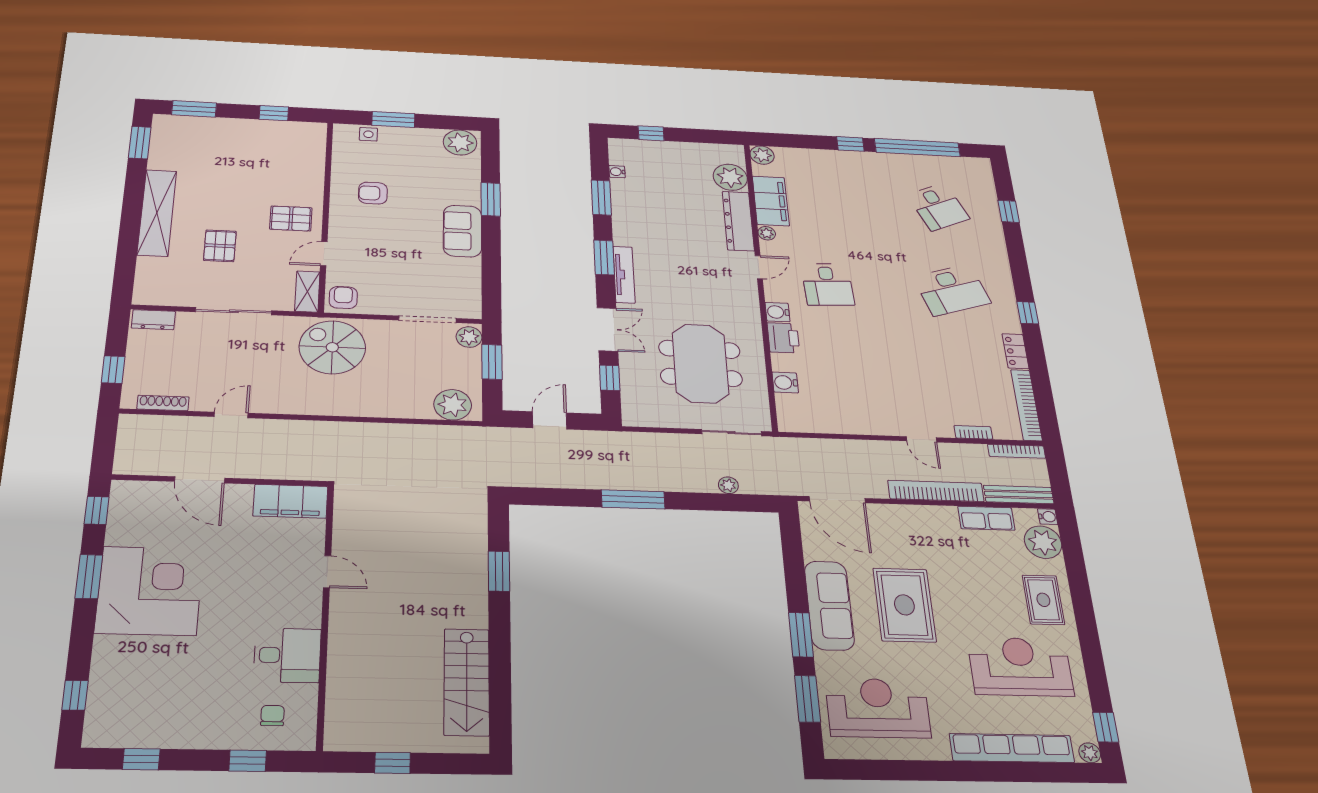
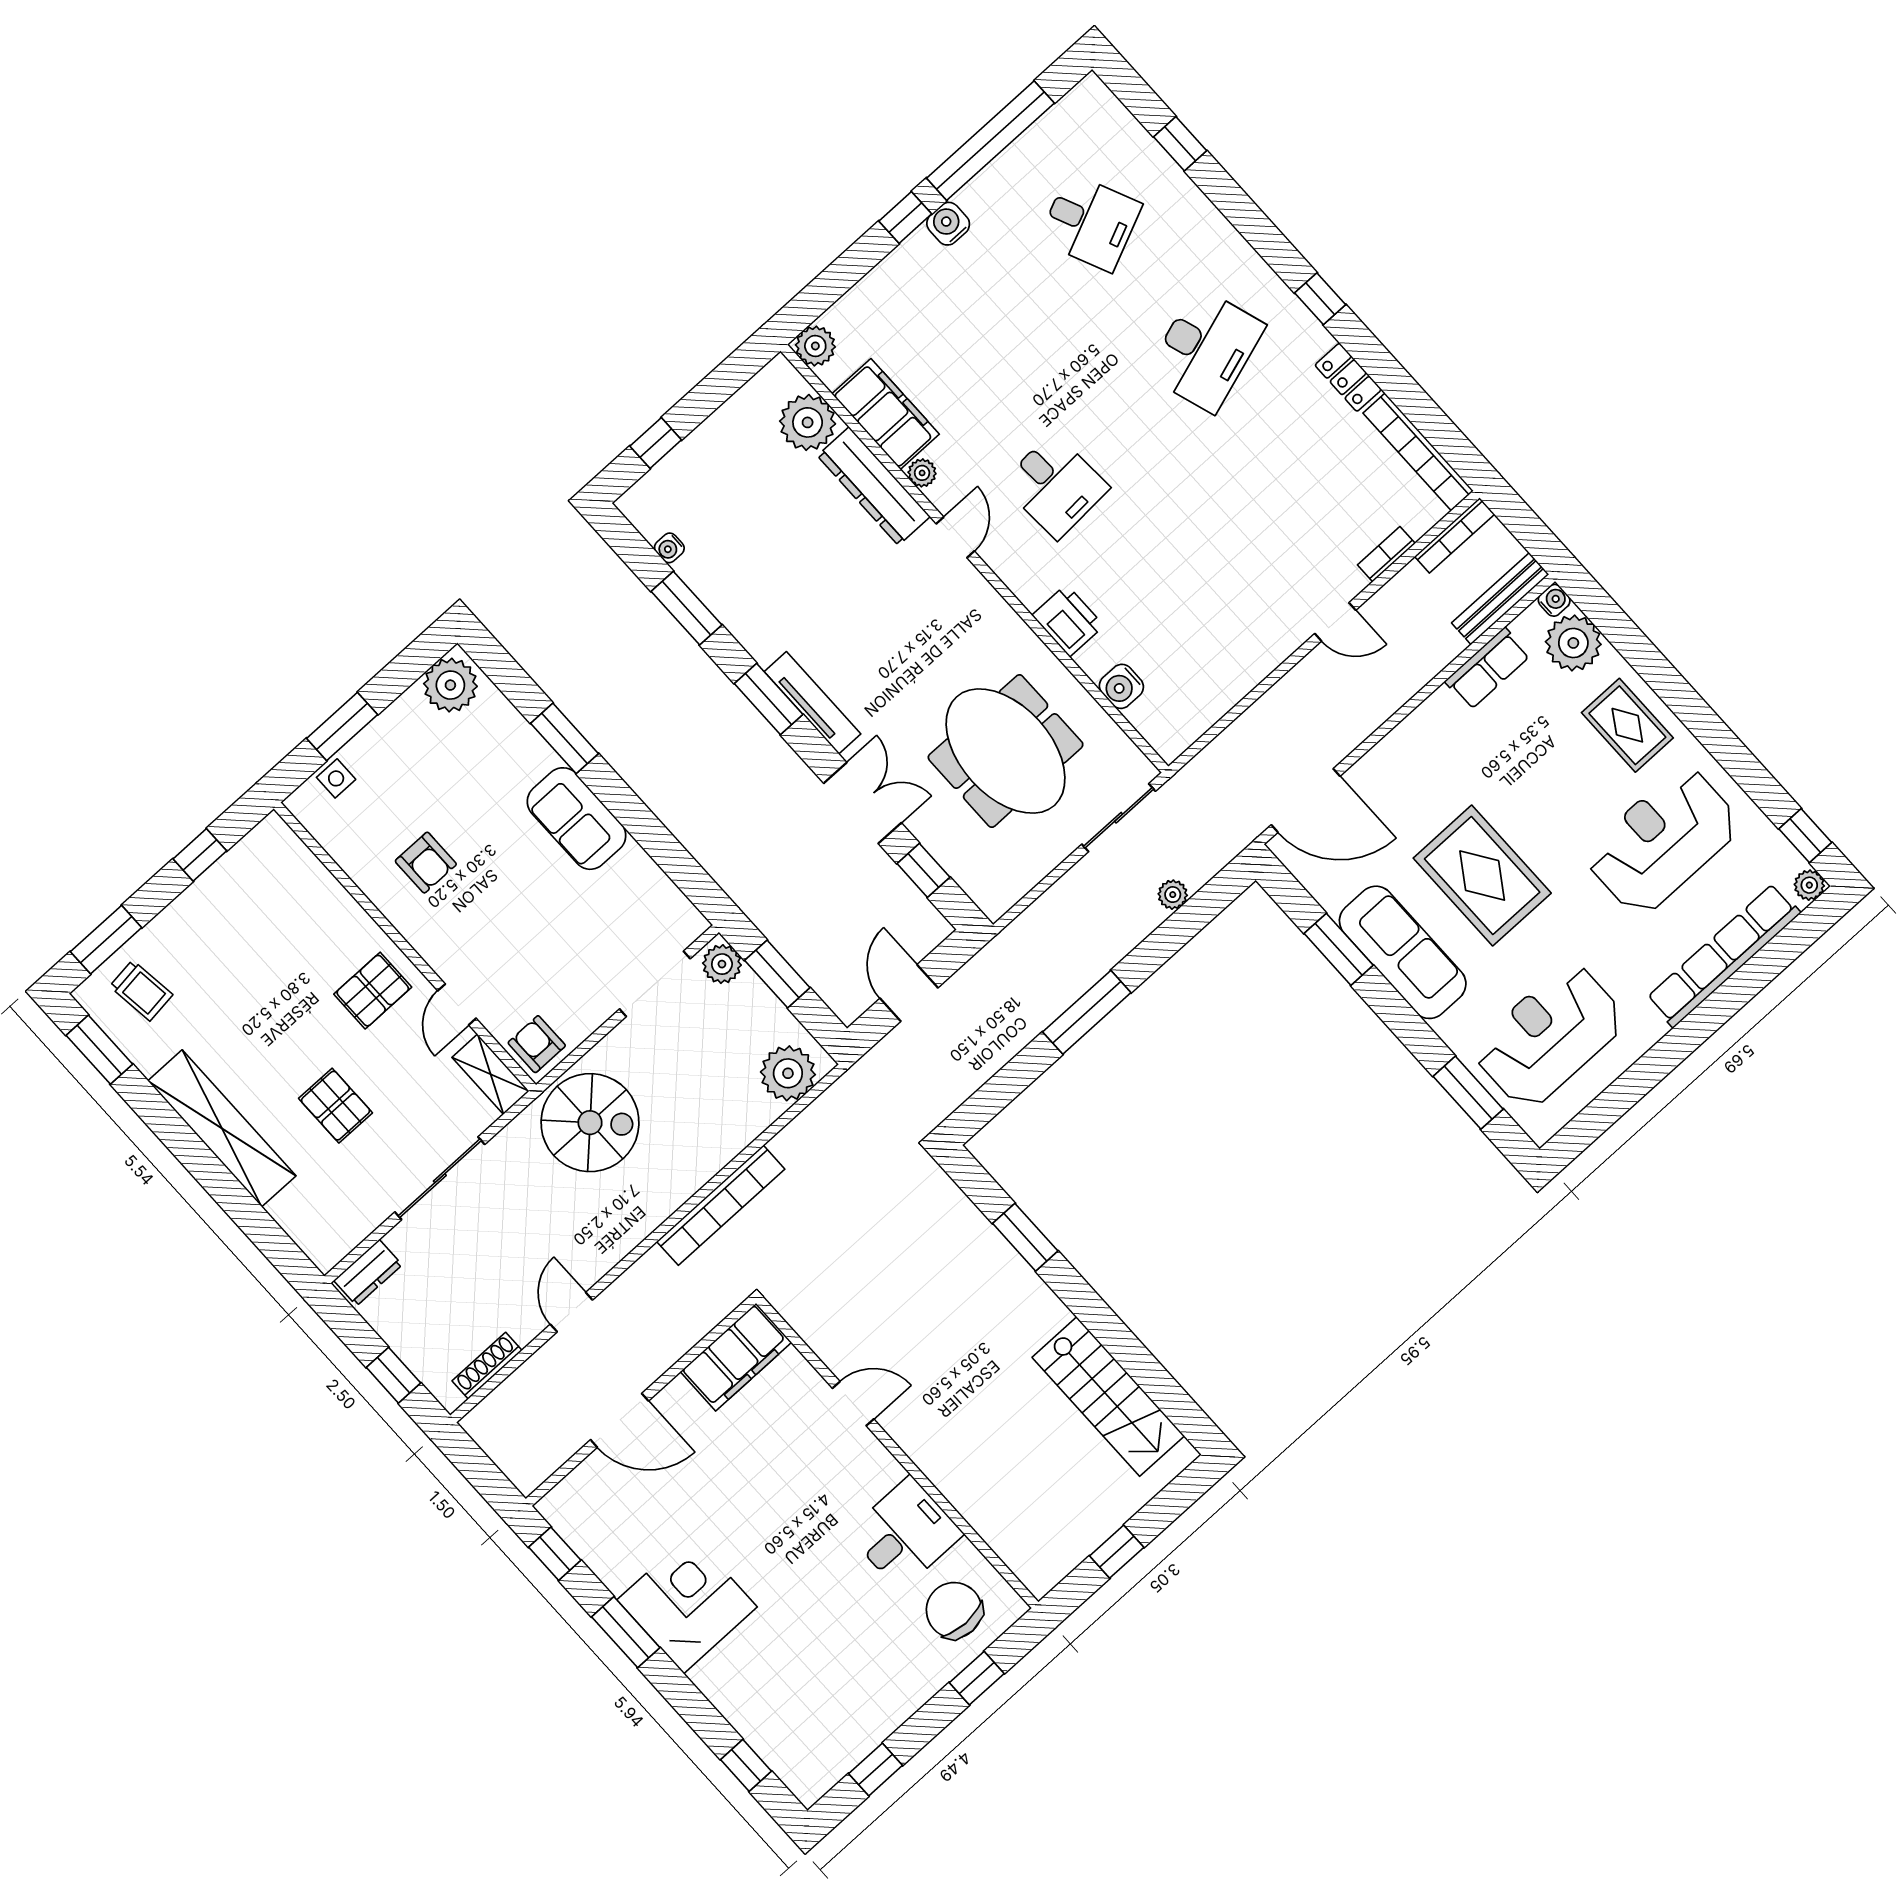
trolley: (186, 137) -> (141, 991), added
armchair: (373, 193) -> (426, 863), turned -90
water cooler: (777, 312) -> (948, 224), moved, turned 90
spiral stairs: (332, 347) -> (590, 1123), turned 180
bookcase: (936, 491) -> (721, 1205), moved, turned 180
corner desk: (149, 591) -> (687, 1603), width x0.74, depth x0.74
window: (801, 635) -> (1339, 949), moved
chair: (272, 716) -> (954, 1610), width x1.87, depth x1.87

